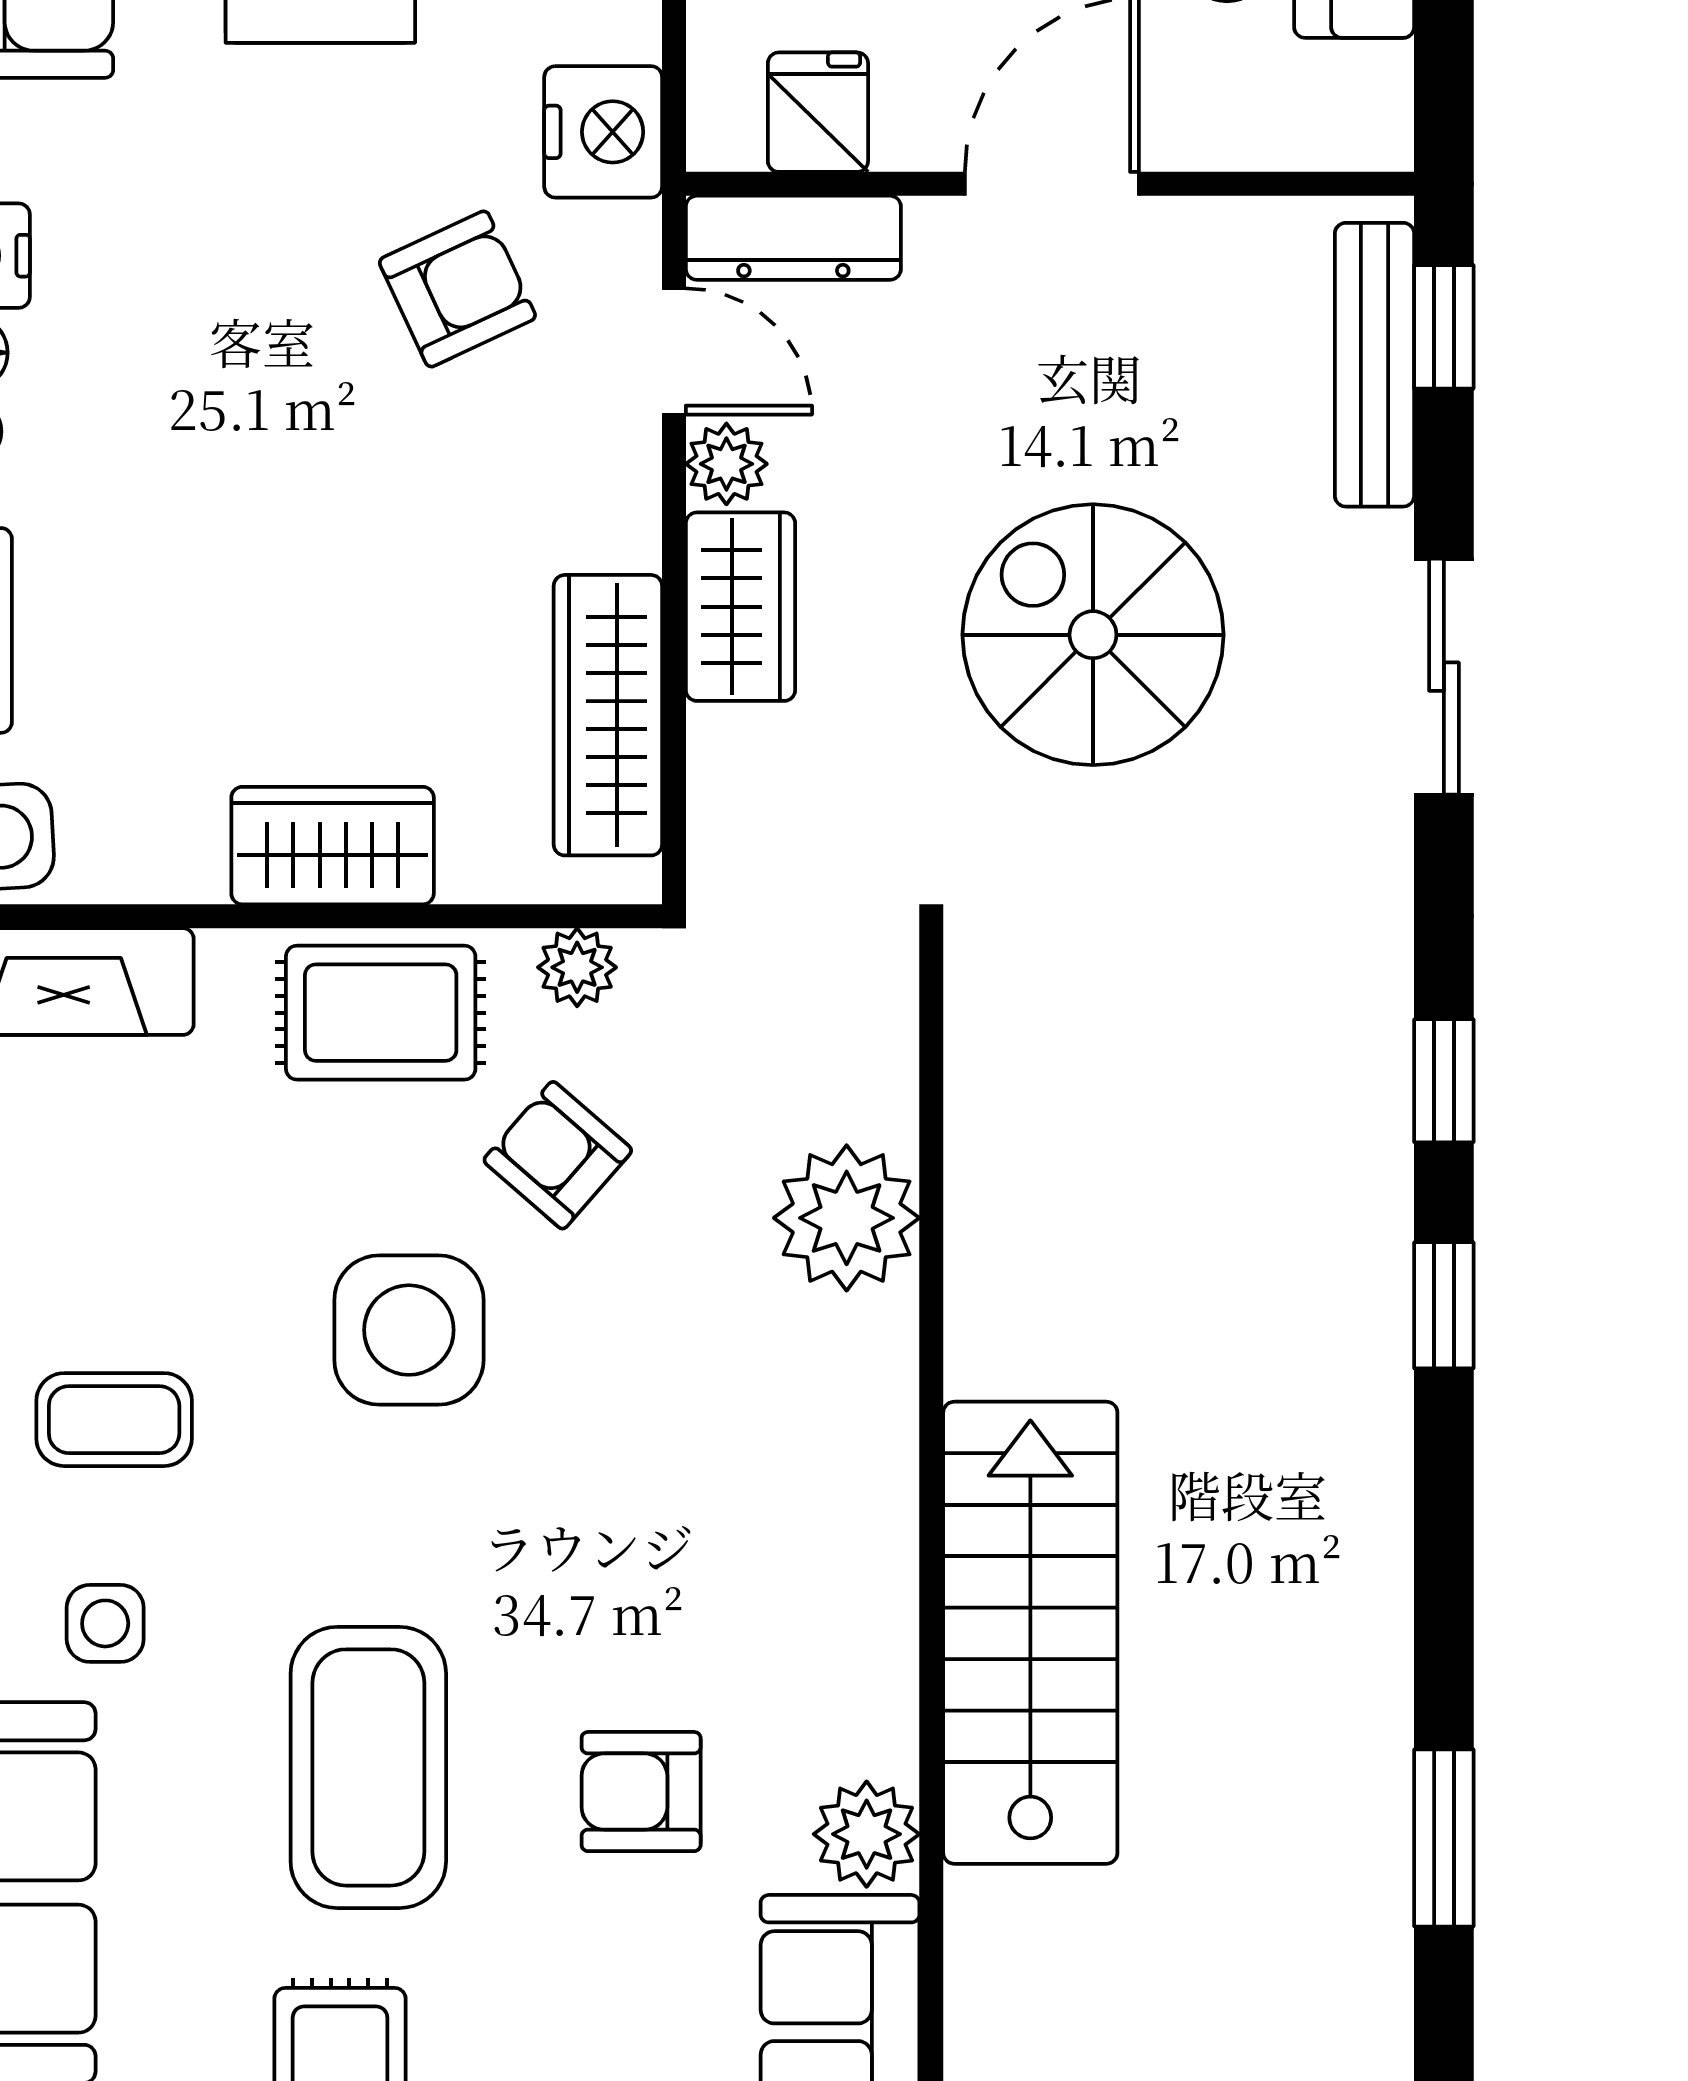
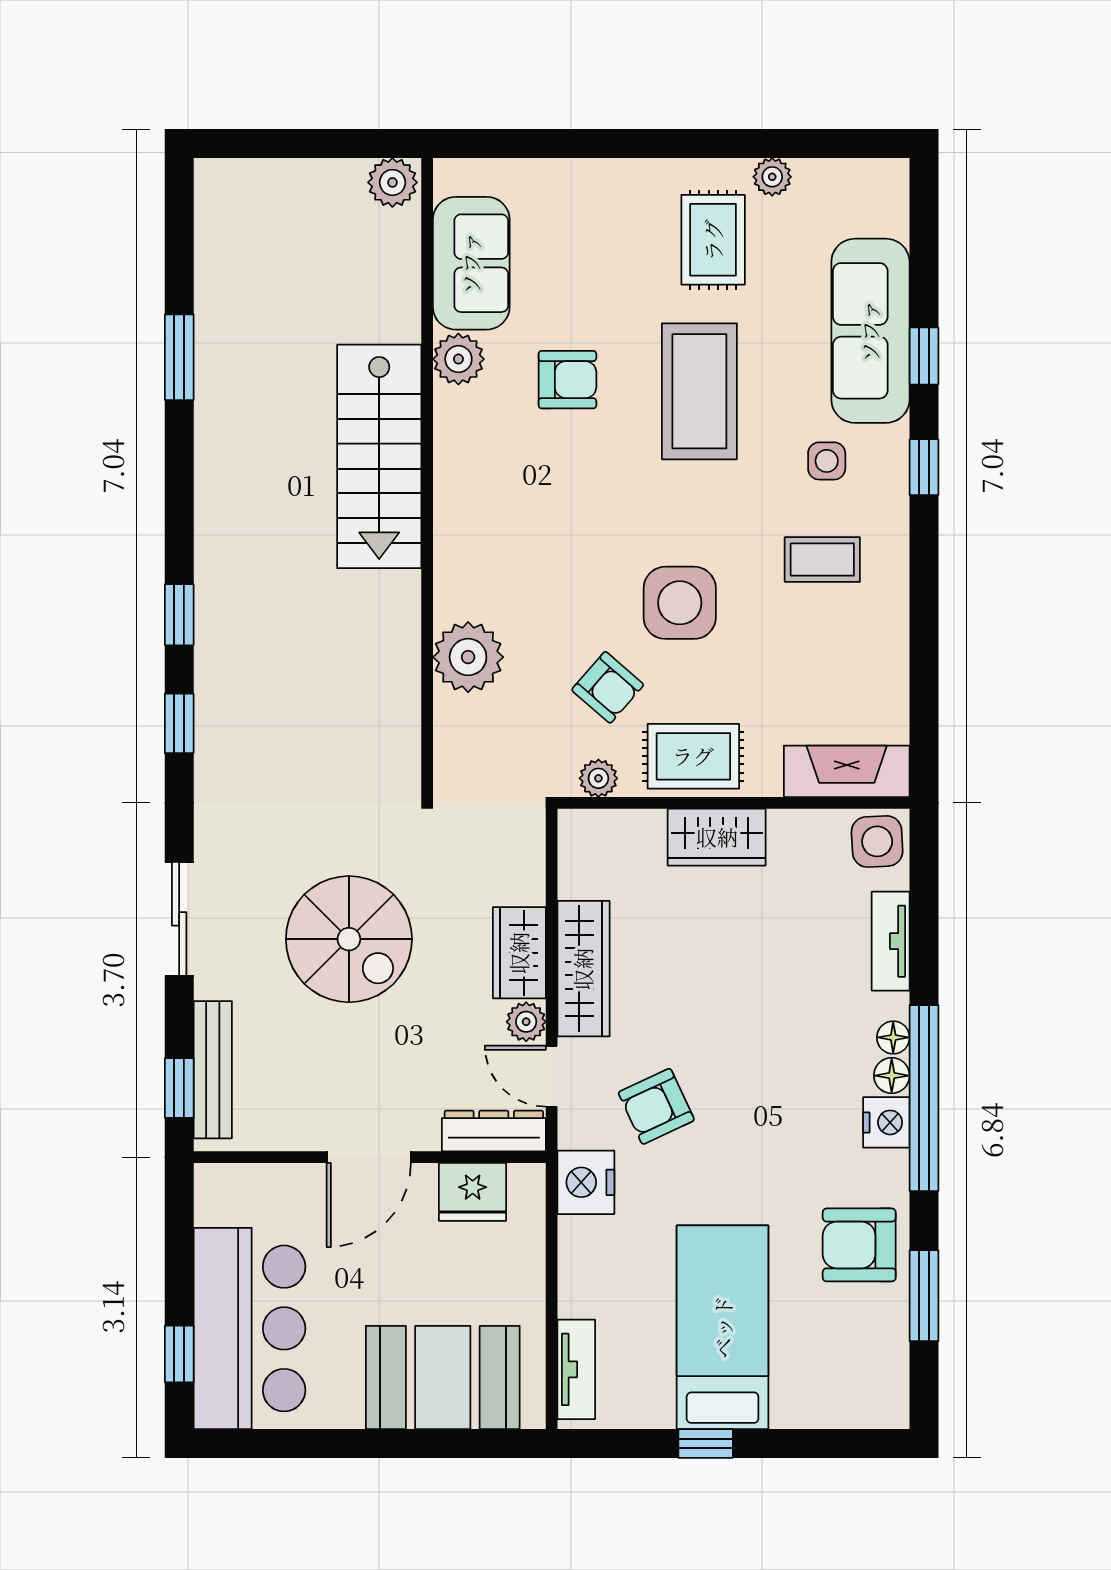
fridge: (818, 112) -> (473, 1192), width x1.38
wardrobe: (608, 715) -> (583, 969), moved

